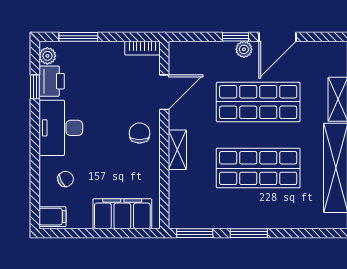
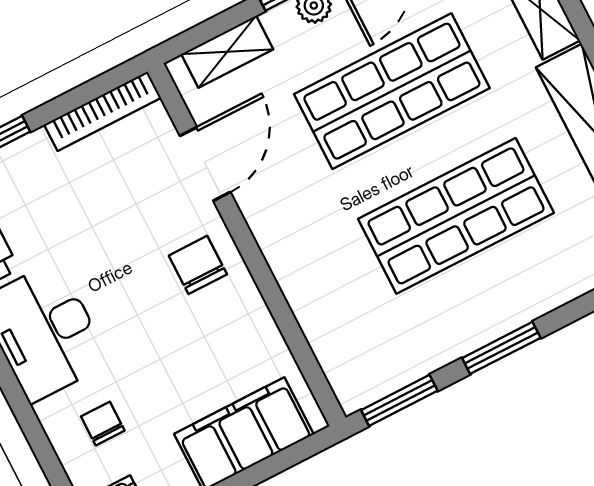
bookcase: (143, 48) -> (103, 111), width x1.56
shelving: (177, 150) -> (227, 52), moved, turned 90
chair: (66, 179) -> (103, 424), turned -63

